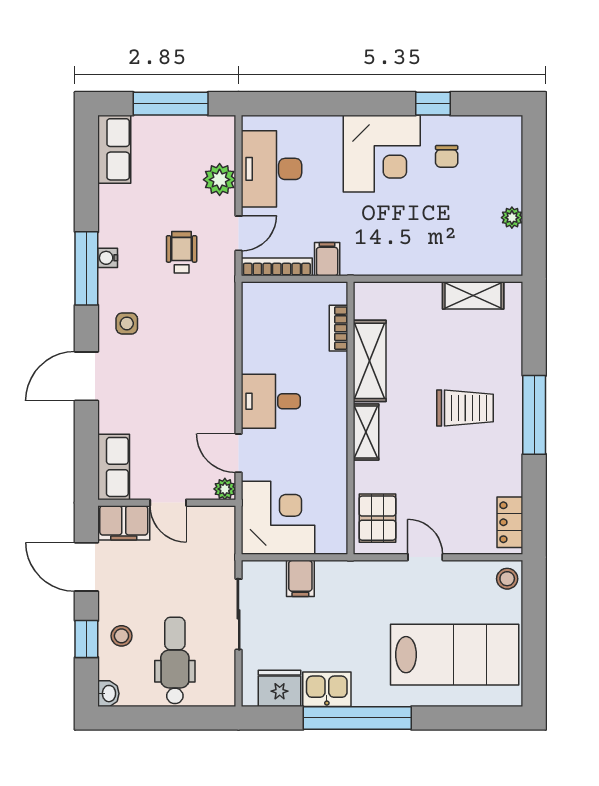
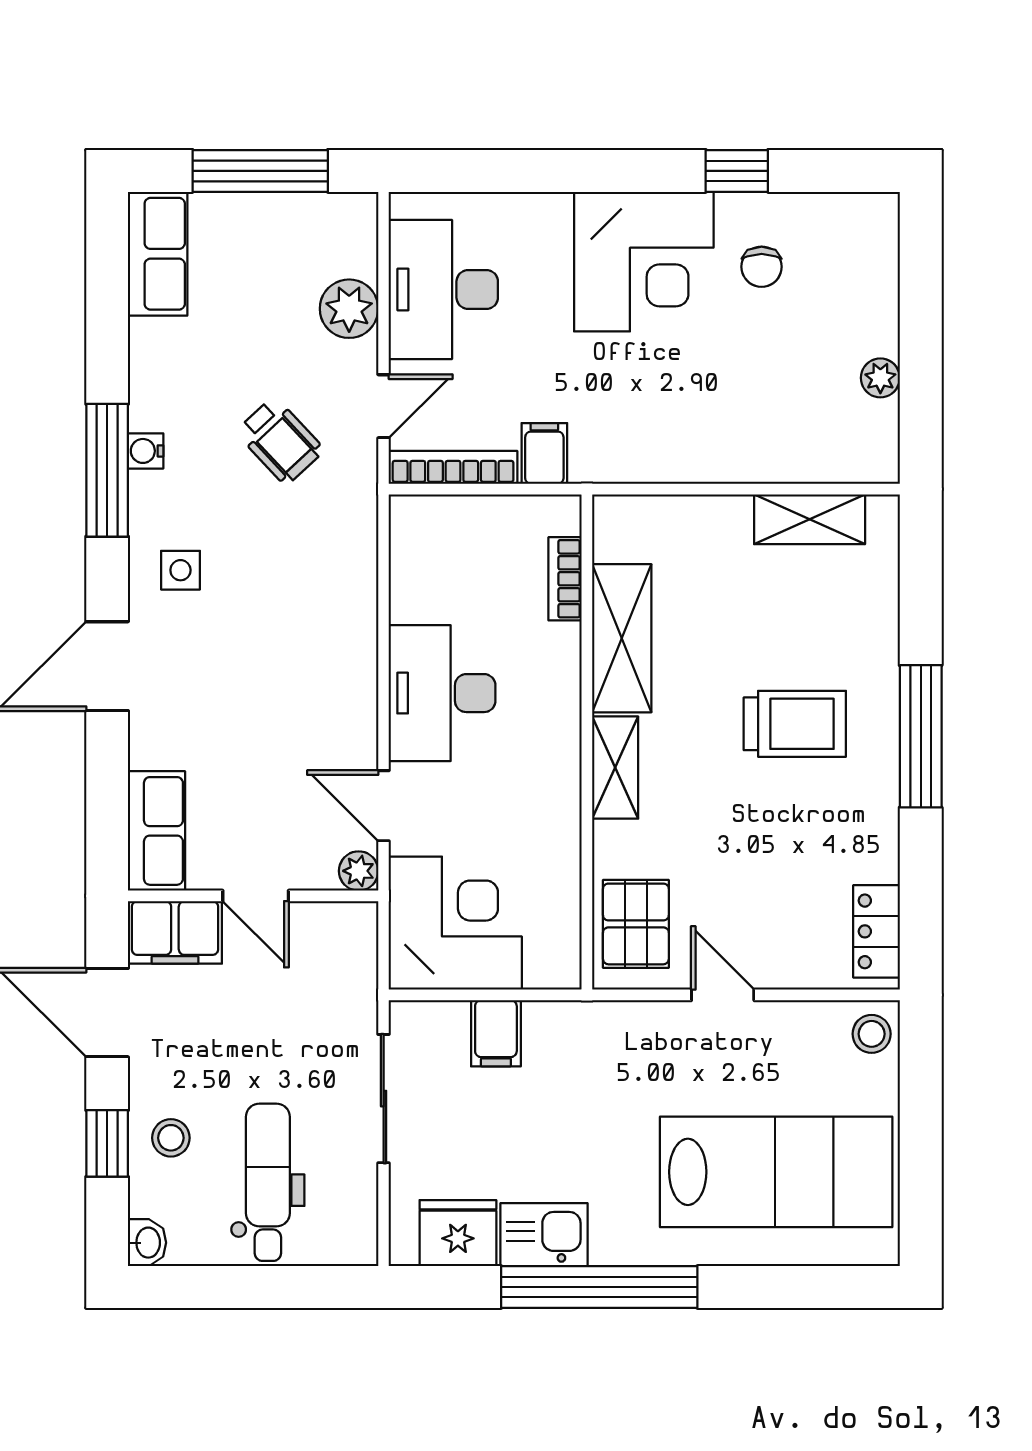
wheelchair: (182, 252) -> (280, 441), turned 137
desk: (271, 401) -> (442, 693), width x1.37

